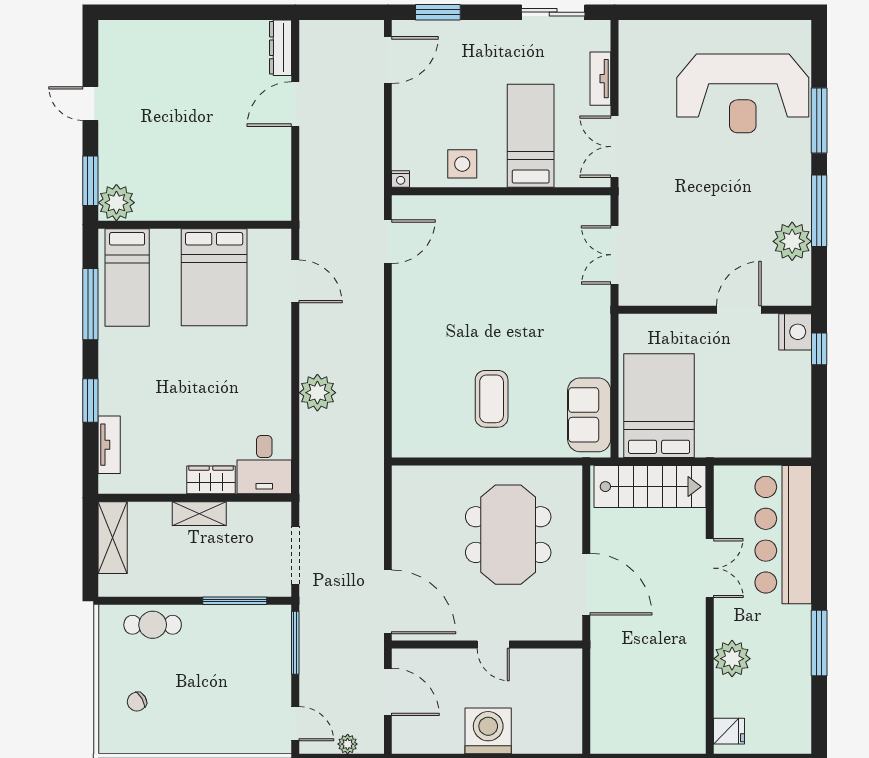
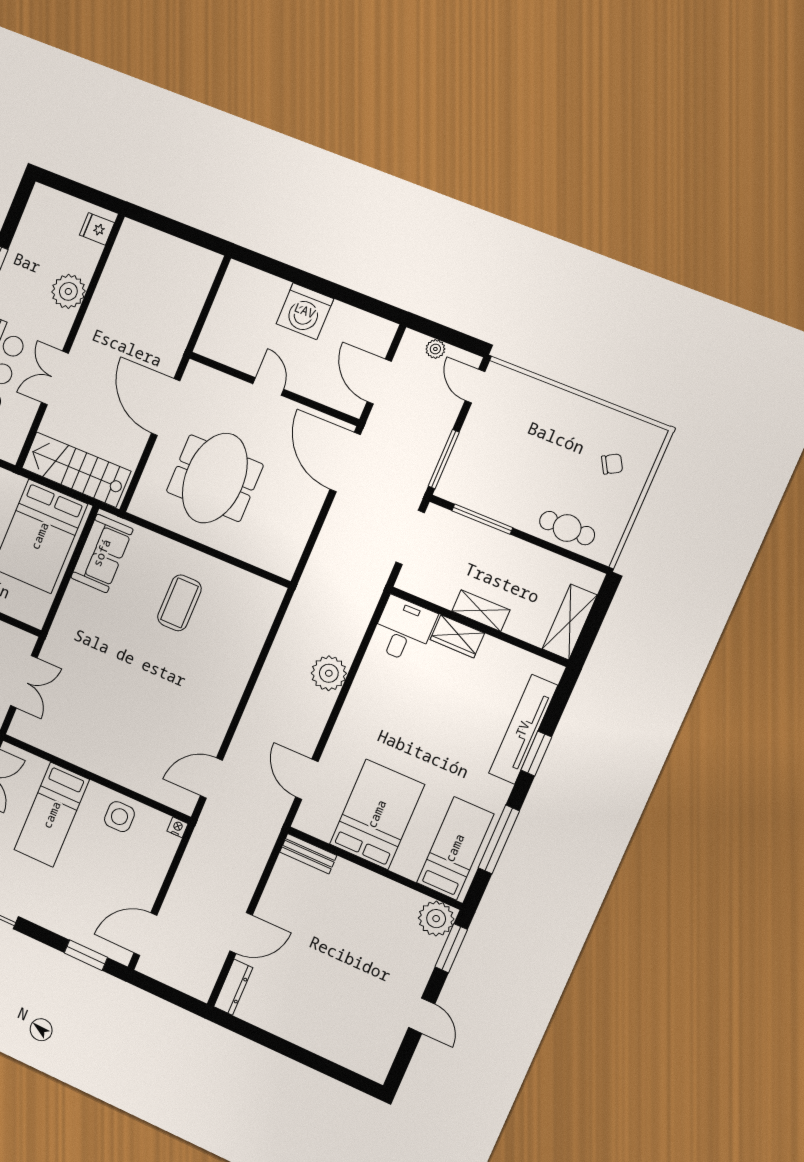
bench: (263, 210) -> (308, 854), added
tv unit: (109, 445) -> (523, 729), width x1.92, depth x1.29

